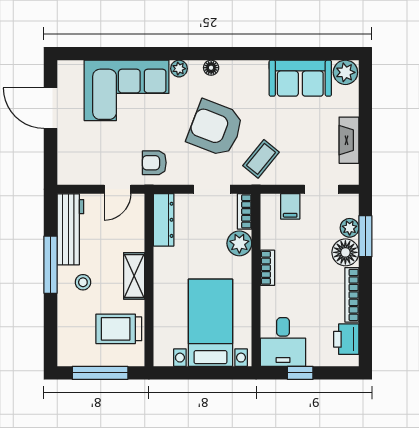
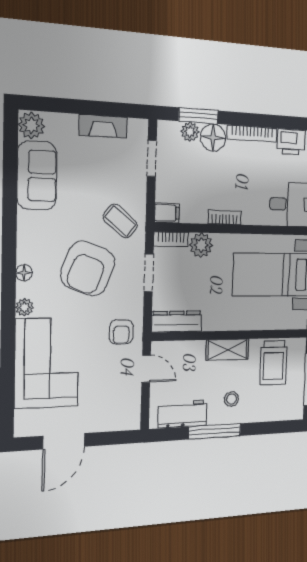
filing cabinet: (290, 206) -> (167, 213), moved
workbench: (70, 229) -> (183, 414), width x0.73

